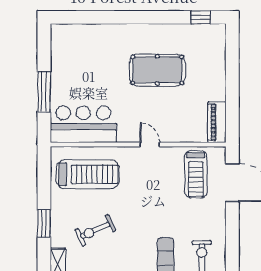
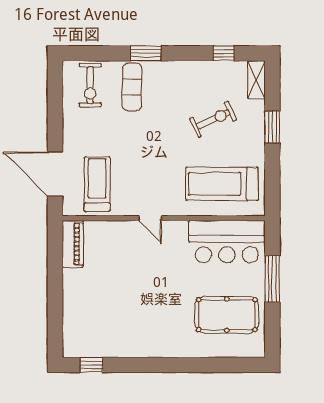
pool table: (157, 70) -> (227, 315), moved

